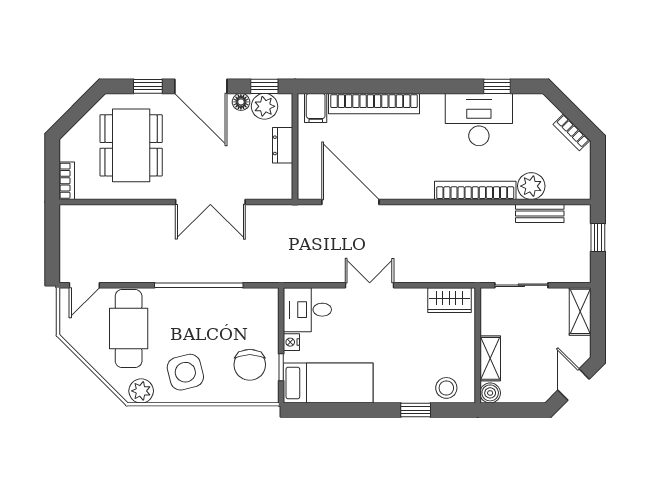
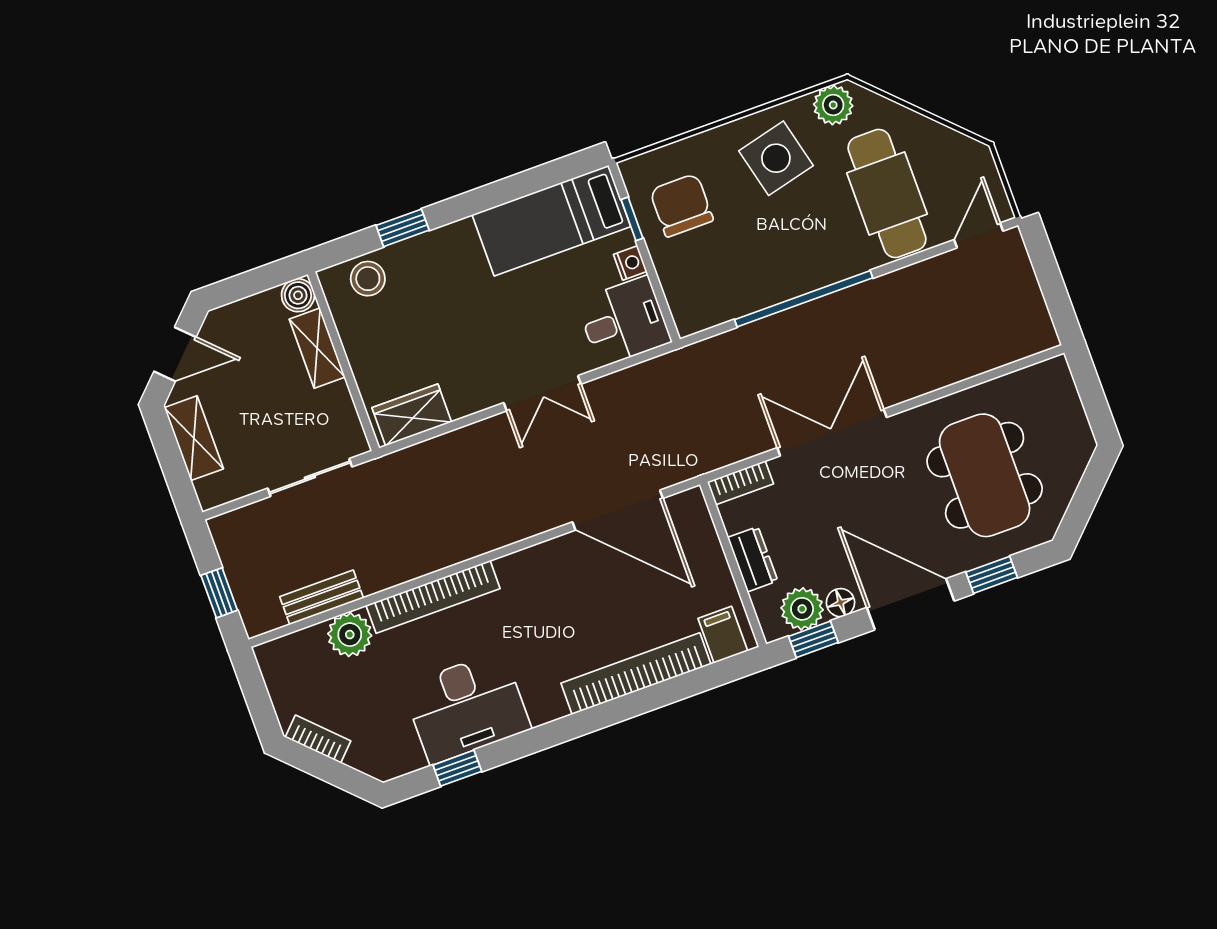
bookcase: (67, 181) -> (740, 483), moved, turned -90
shelving: (580, 311) -> (194, 438), moved
door: (574, 385) -> (175, 354), hinge flipped

